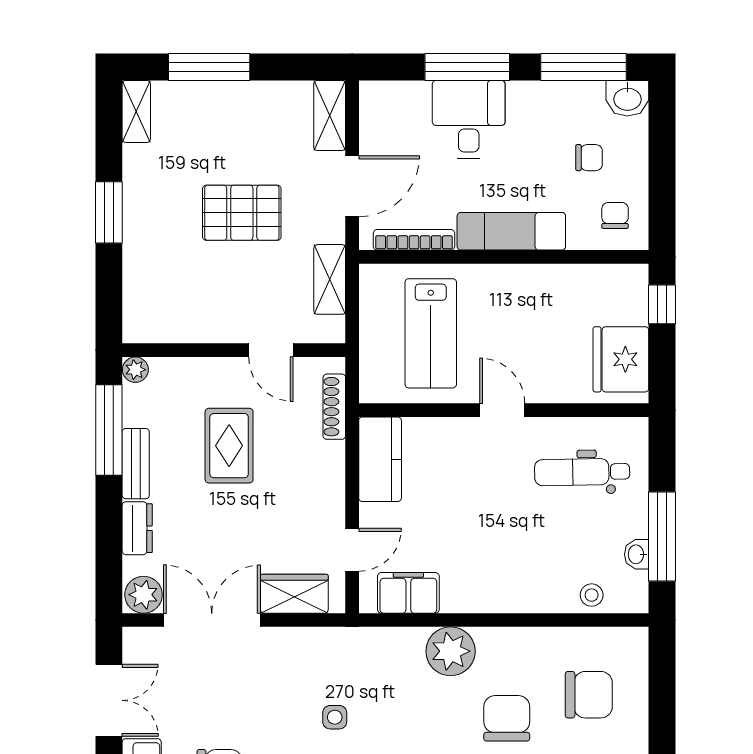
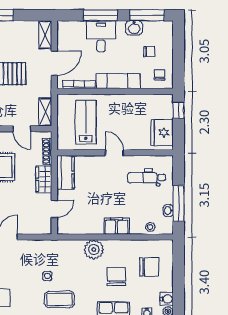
washbasin: (627, 98) -> (134, 28), moved
shelving: (330, 279) -> (45, 112), moved
lab bench: (431, 333) -> (86, 122), turned 180
filing cabinet: (408, 593) -> (116, 226), moved
wardrobe: (294, 594) -> (44, 179), moved, turned -90

